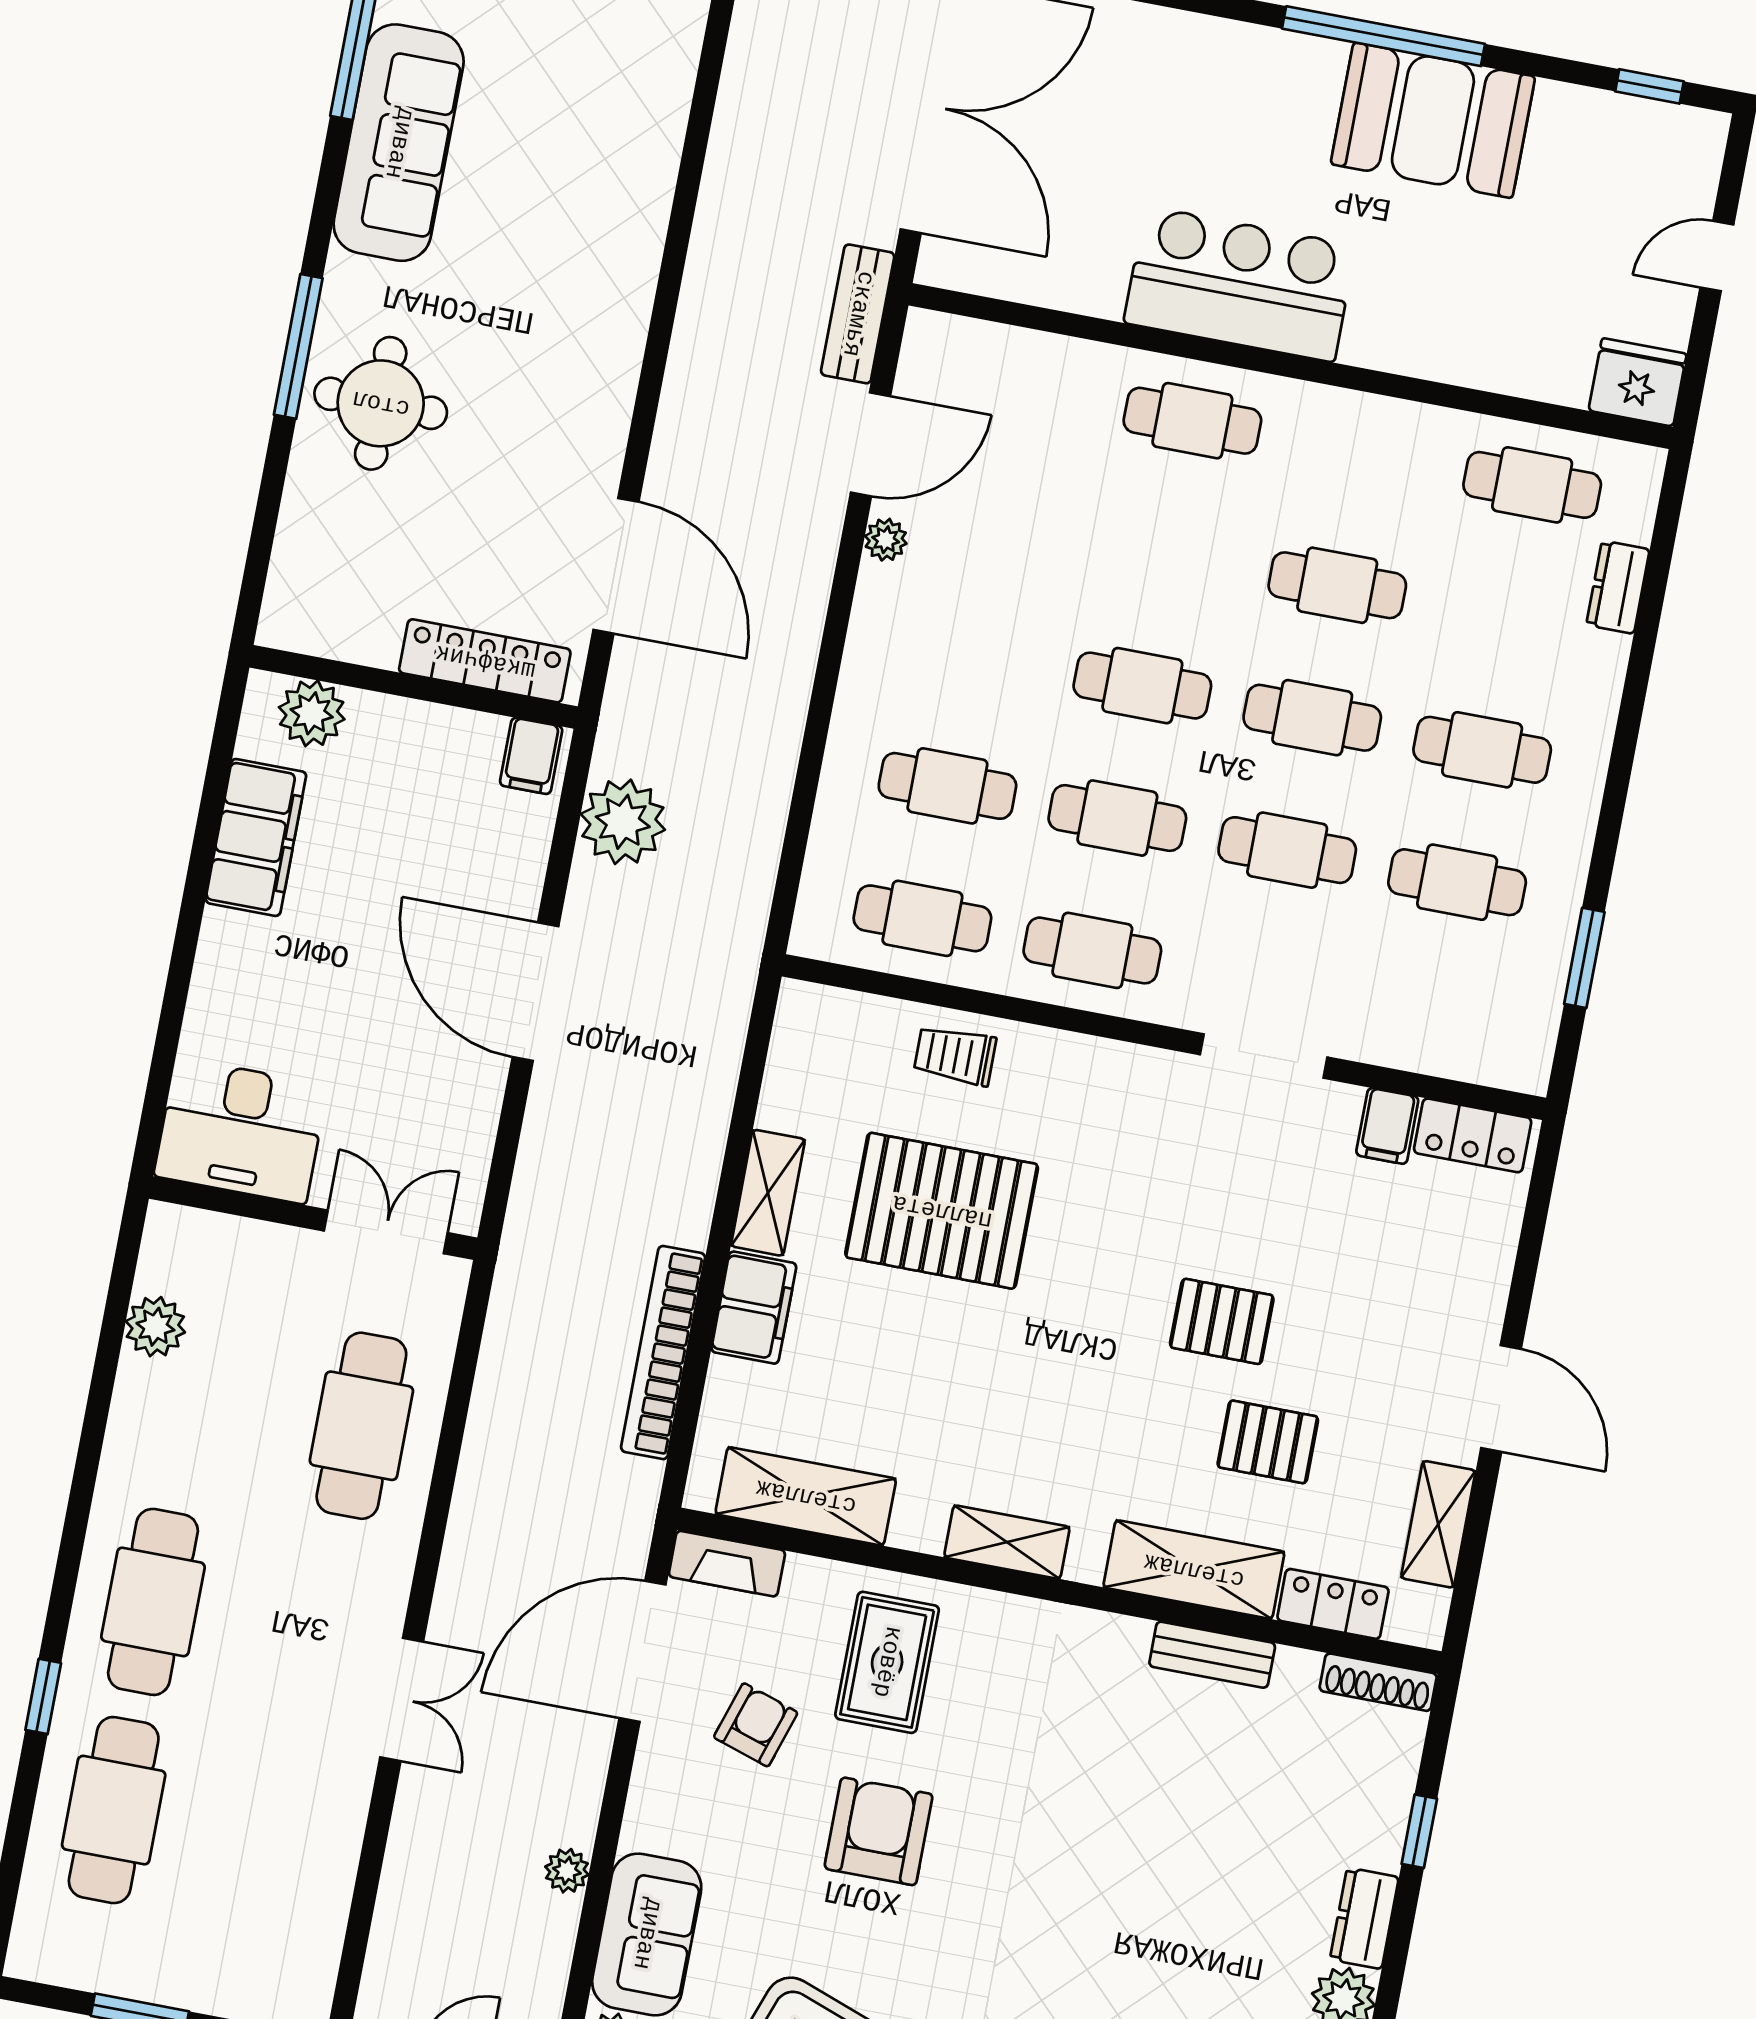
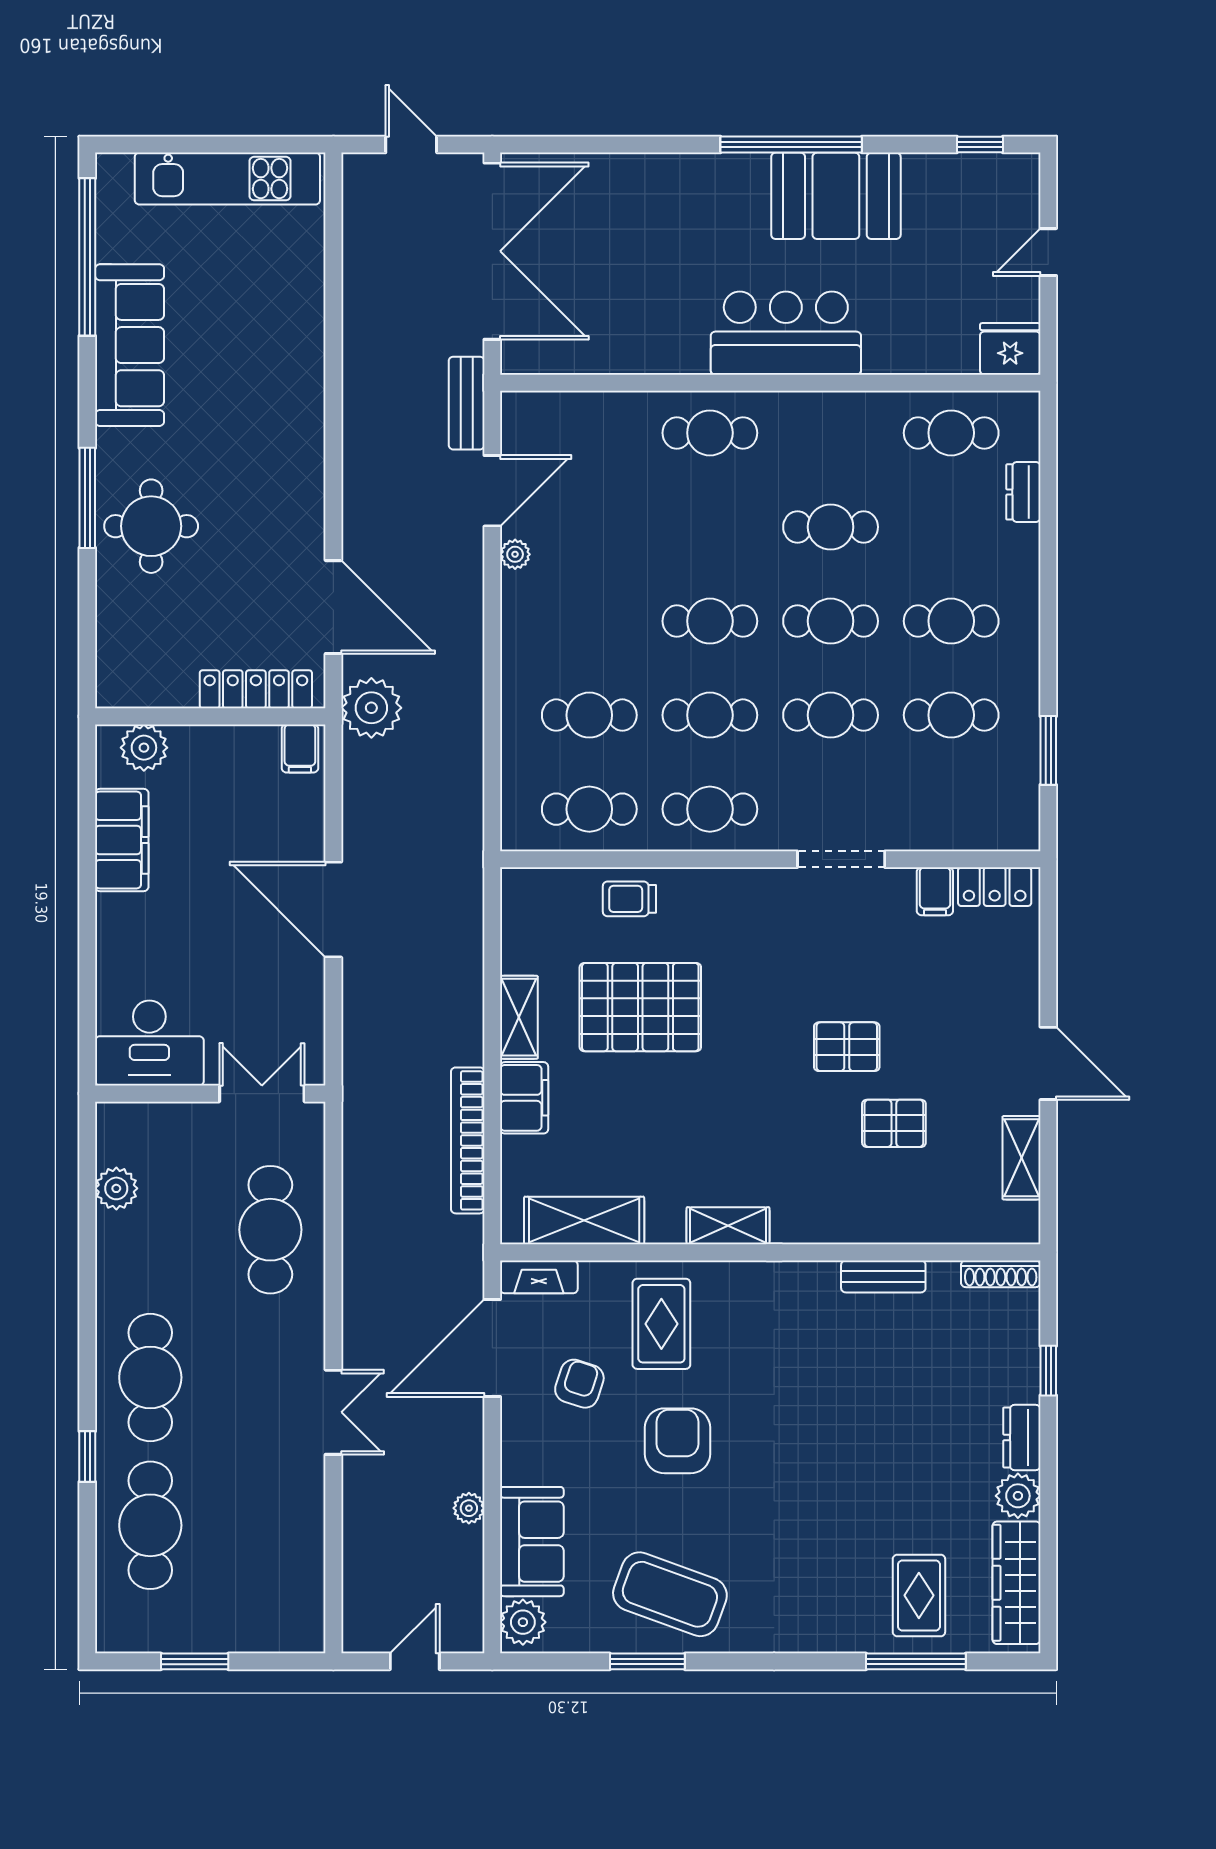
bar counter: (1240, 284) -> (786, 333), moved
plant: (623, 822) -> (371, 708), moved
shelving: (1194, 1570) -> (860, 1220), removed
locker: (1333, 1604) -> (960, 1226), removed

